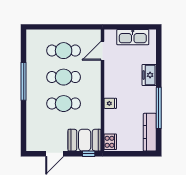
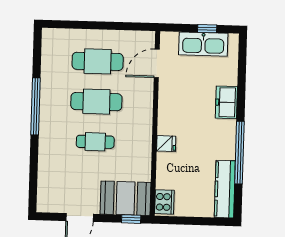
window: (135, 27) -> (207, 29), added
cafe table: (64, 104) -> (95, 142), width x0.73, depth x0.74

